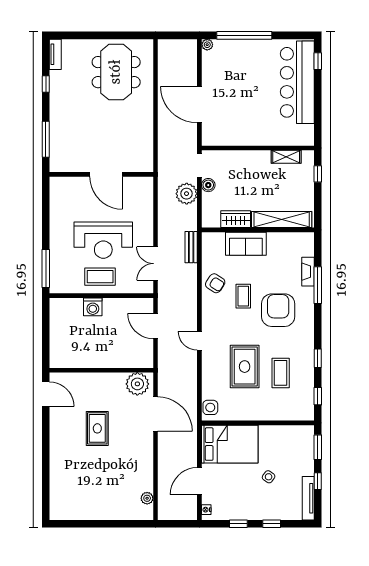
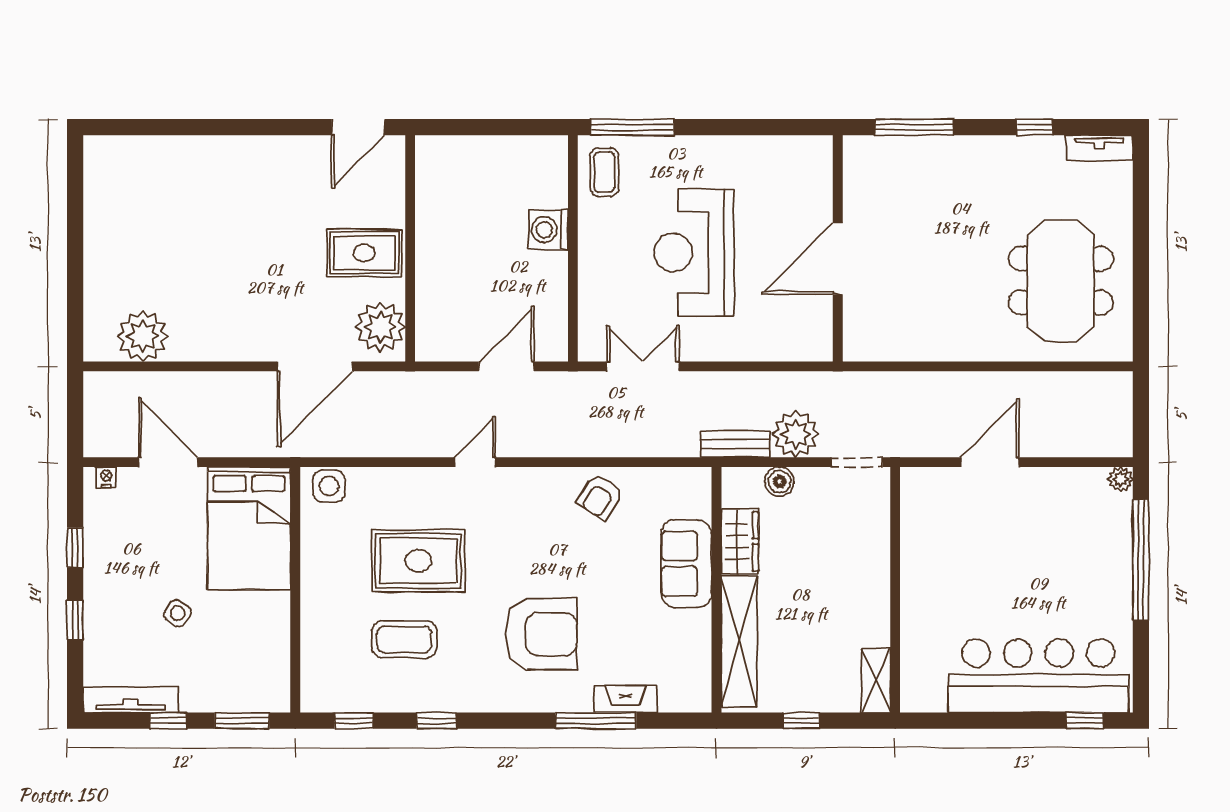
meeting table: (116, 72) -> (1061, 281), turned 90
door: (199, 105) -> (990, 462), width x0.73
shelving: (286, 157) -> (876, 681), moved
window: (318, 174) -> (801, 721), moved
boiler: (208, 185) -> (780, 482), moved
bench: (191, 247) -> (735, 444), moved
coffee table: (100, 277) -> (604, 172), moved, width x0.73, depth x0.77
coffee table: (243, 296) -> (572, 558), removed
rug: (97, 428) -> (364, 253), moved
plant: (147, 498) -> (143, 336), width x1.87, depth x1.87

